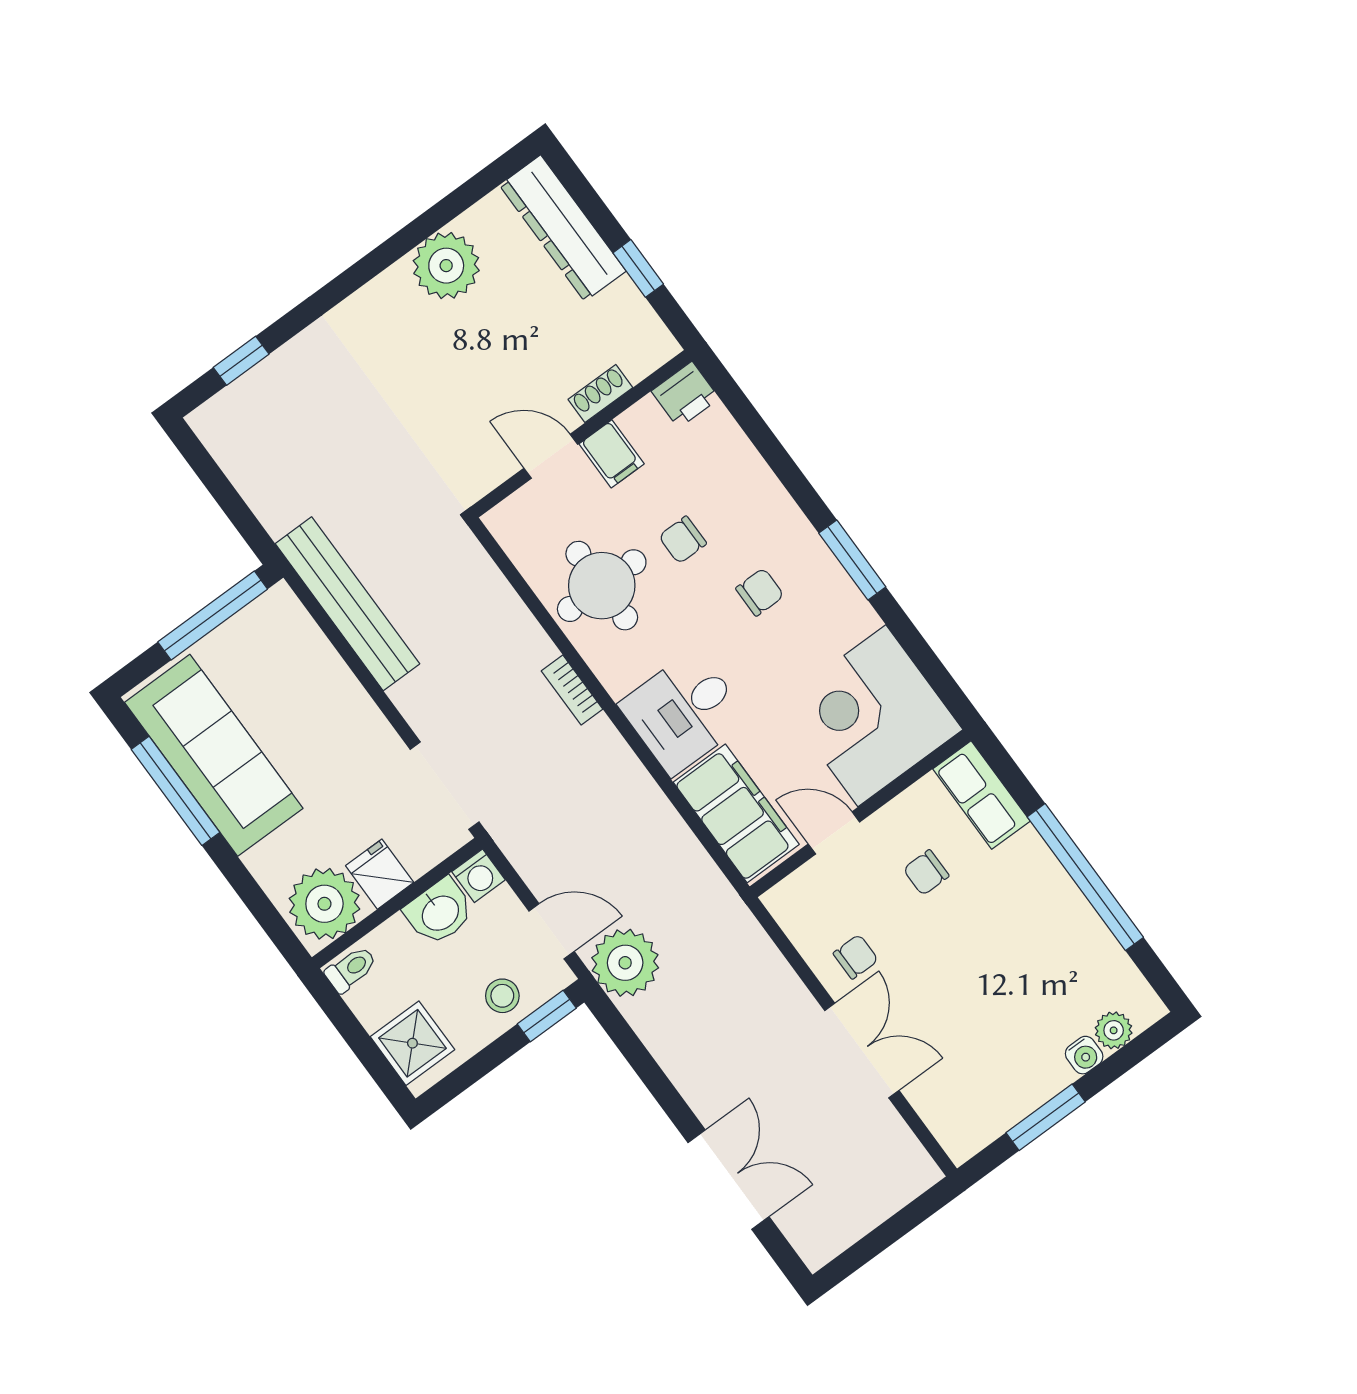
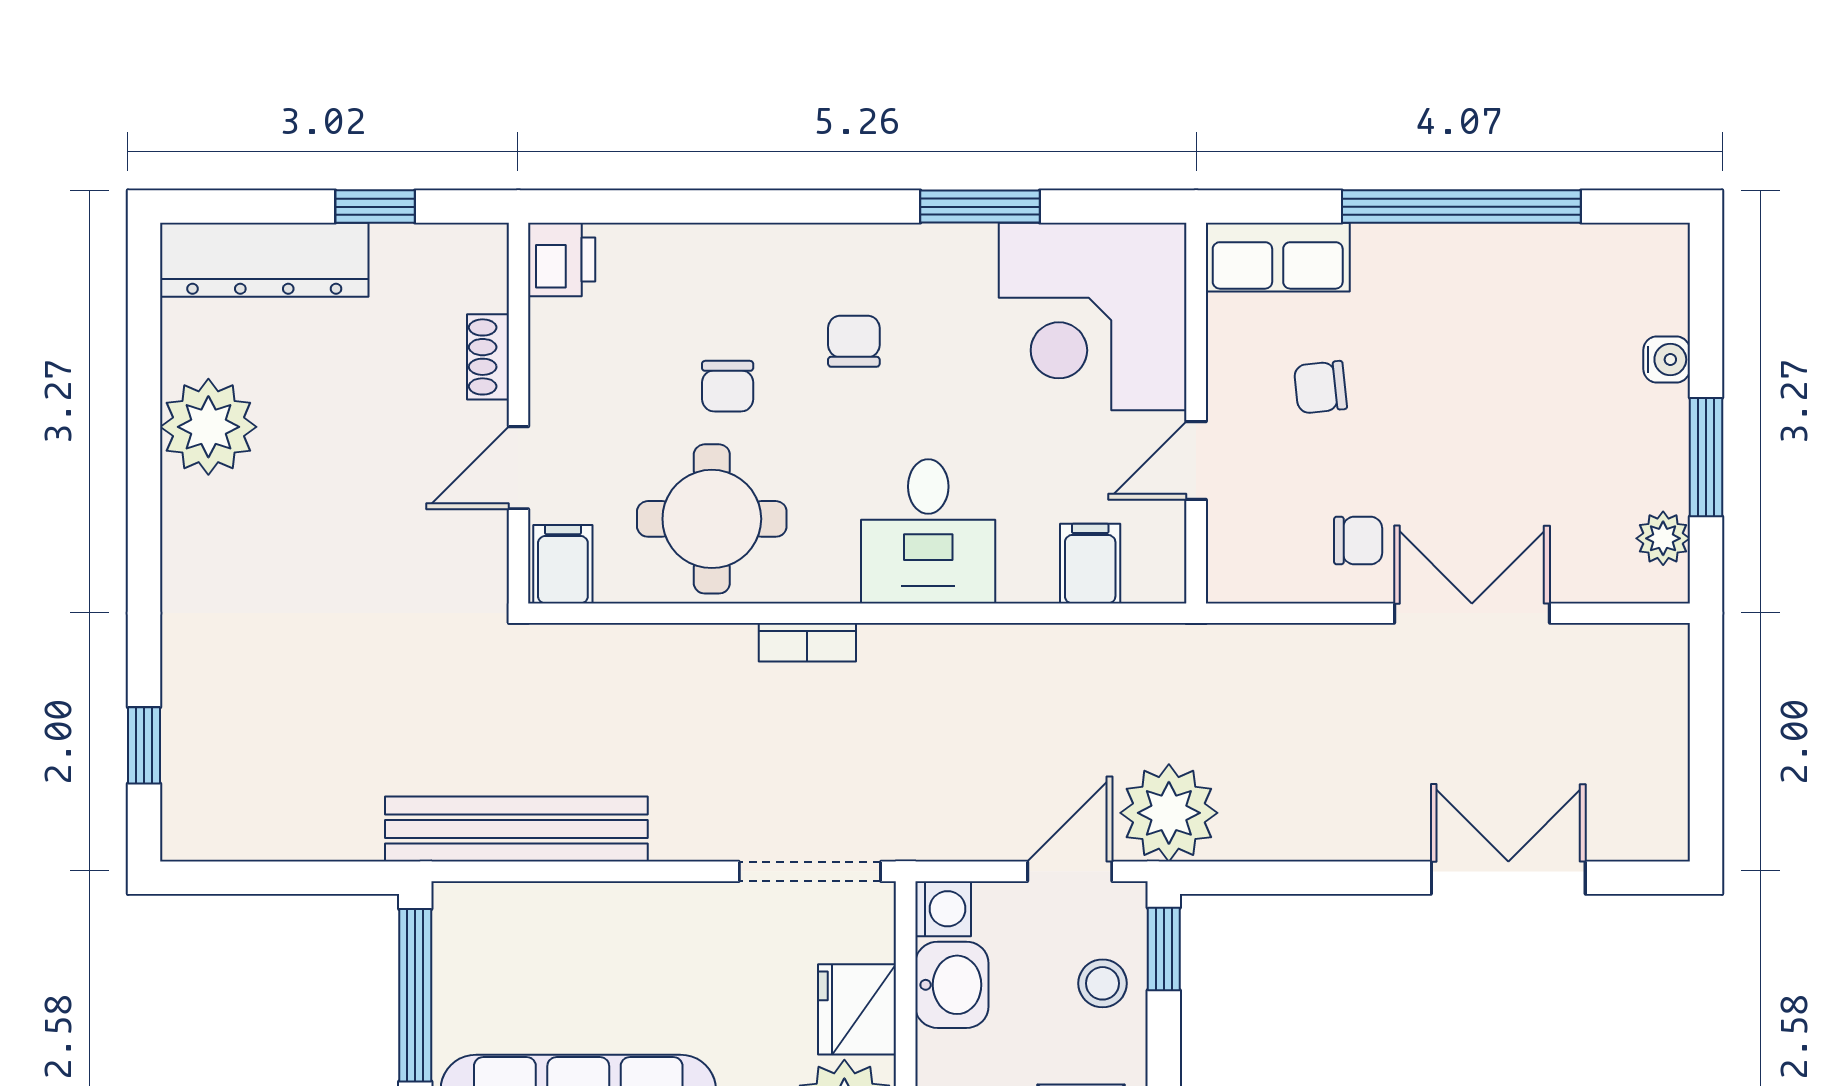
filing cabinet: (612, 454) -> (563, 564), moved, turned -90
window: (852, 560) -> (980, 207), moved
filing cabinet: (736, 813) -> (1090, 564), width x0.33, depth x0.86
chair: (926, 873) -> (1320, 387), turned 84
fridge: (380, 874) -> (857, 1009), width x1.38
chair: (856, 957) -> (1358, 541), turned 90
plant: (1114, 1030) -> (1663, 538), moved

